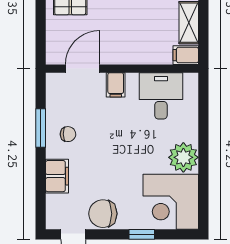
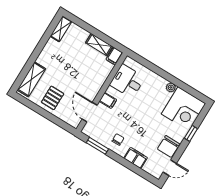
window: (41, 128) -> (97, 146), moved
plant: (183, 157) -> (171, 87), width x0.53, depth x0.53

